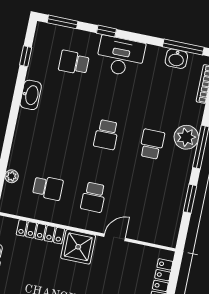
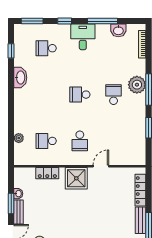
window: (183, 47) -> (103, 21), moved
desk: (120, 56) -> (83, 37), width x0.73
school desk: (106, 135) -> (80, 95), turned 90
school desk: (48, 188) -> (46, 141), turned 180
locker: (40, 232) -> (47, 173), width x0.66

